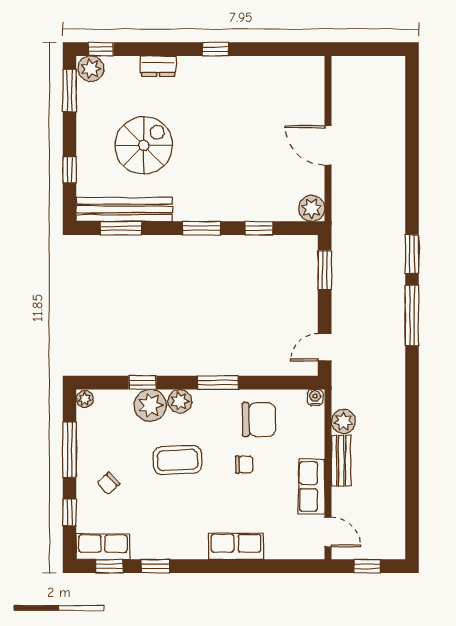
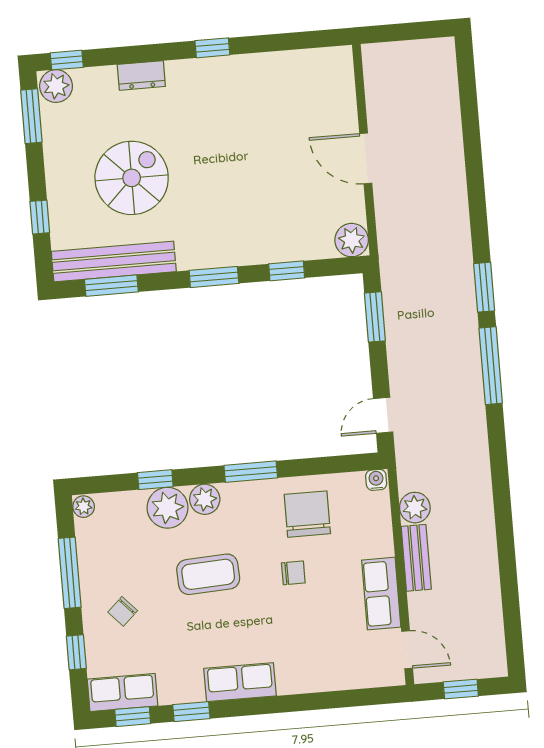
chair: (259, 419) -> (307, 514), turned -90
row of seats: (236, 546) -> (240, 682), moved

